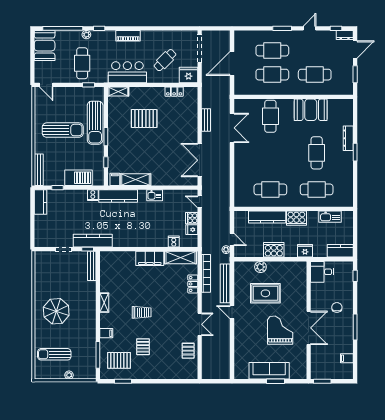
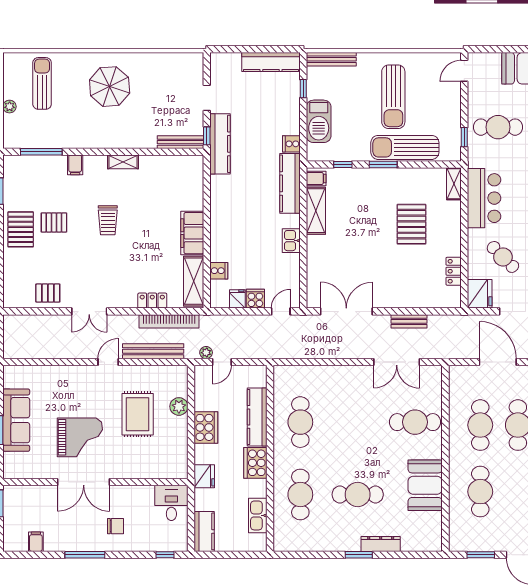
kitchen counter: (41, 202) -> (271, 62), width x1.50
pallet: (119, 360) -> (21, 229), moved

